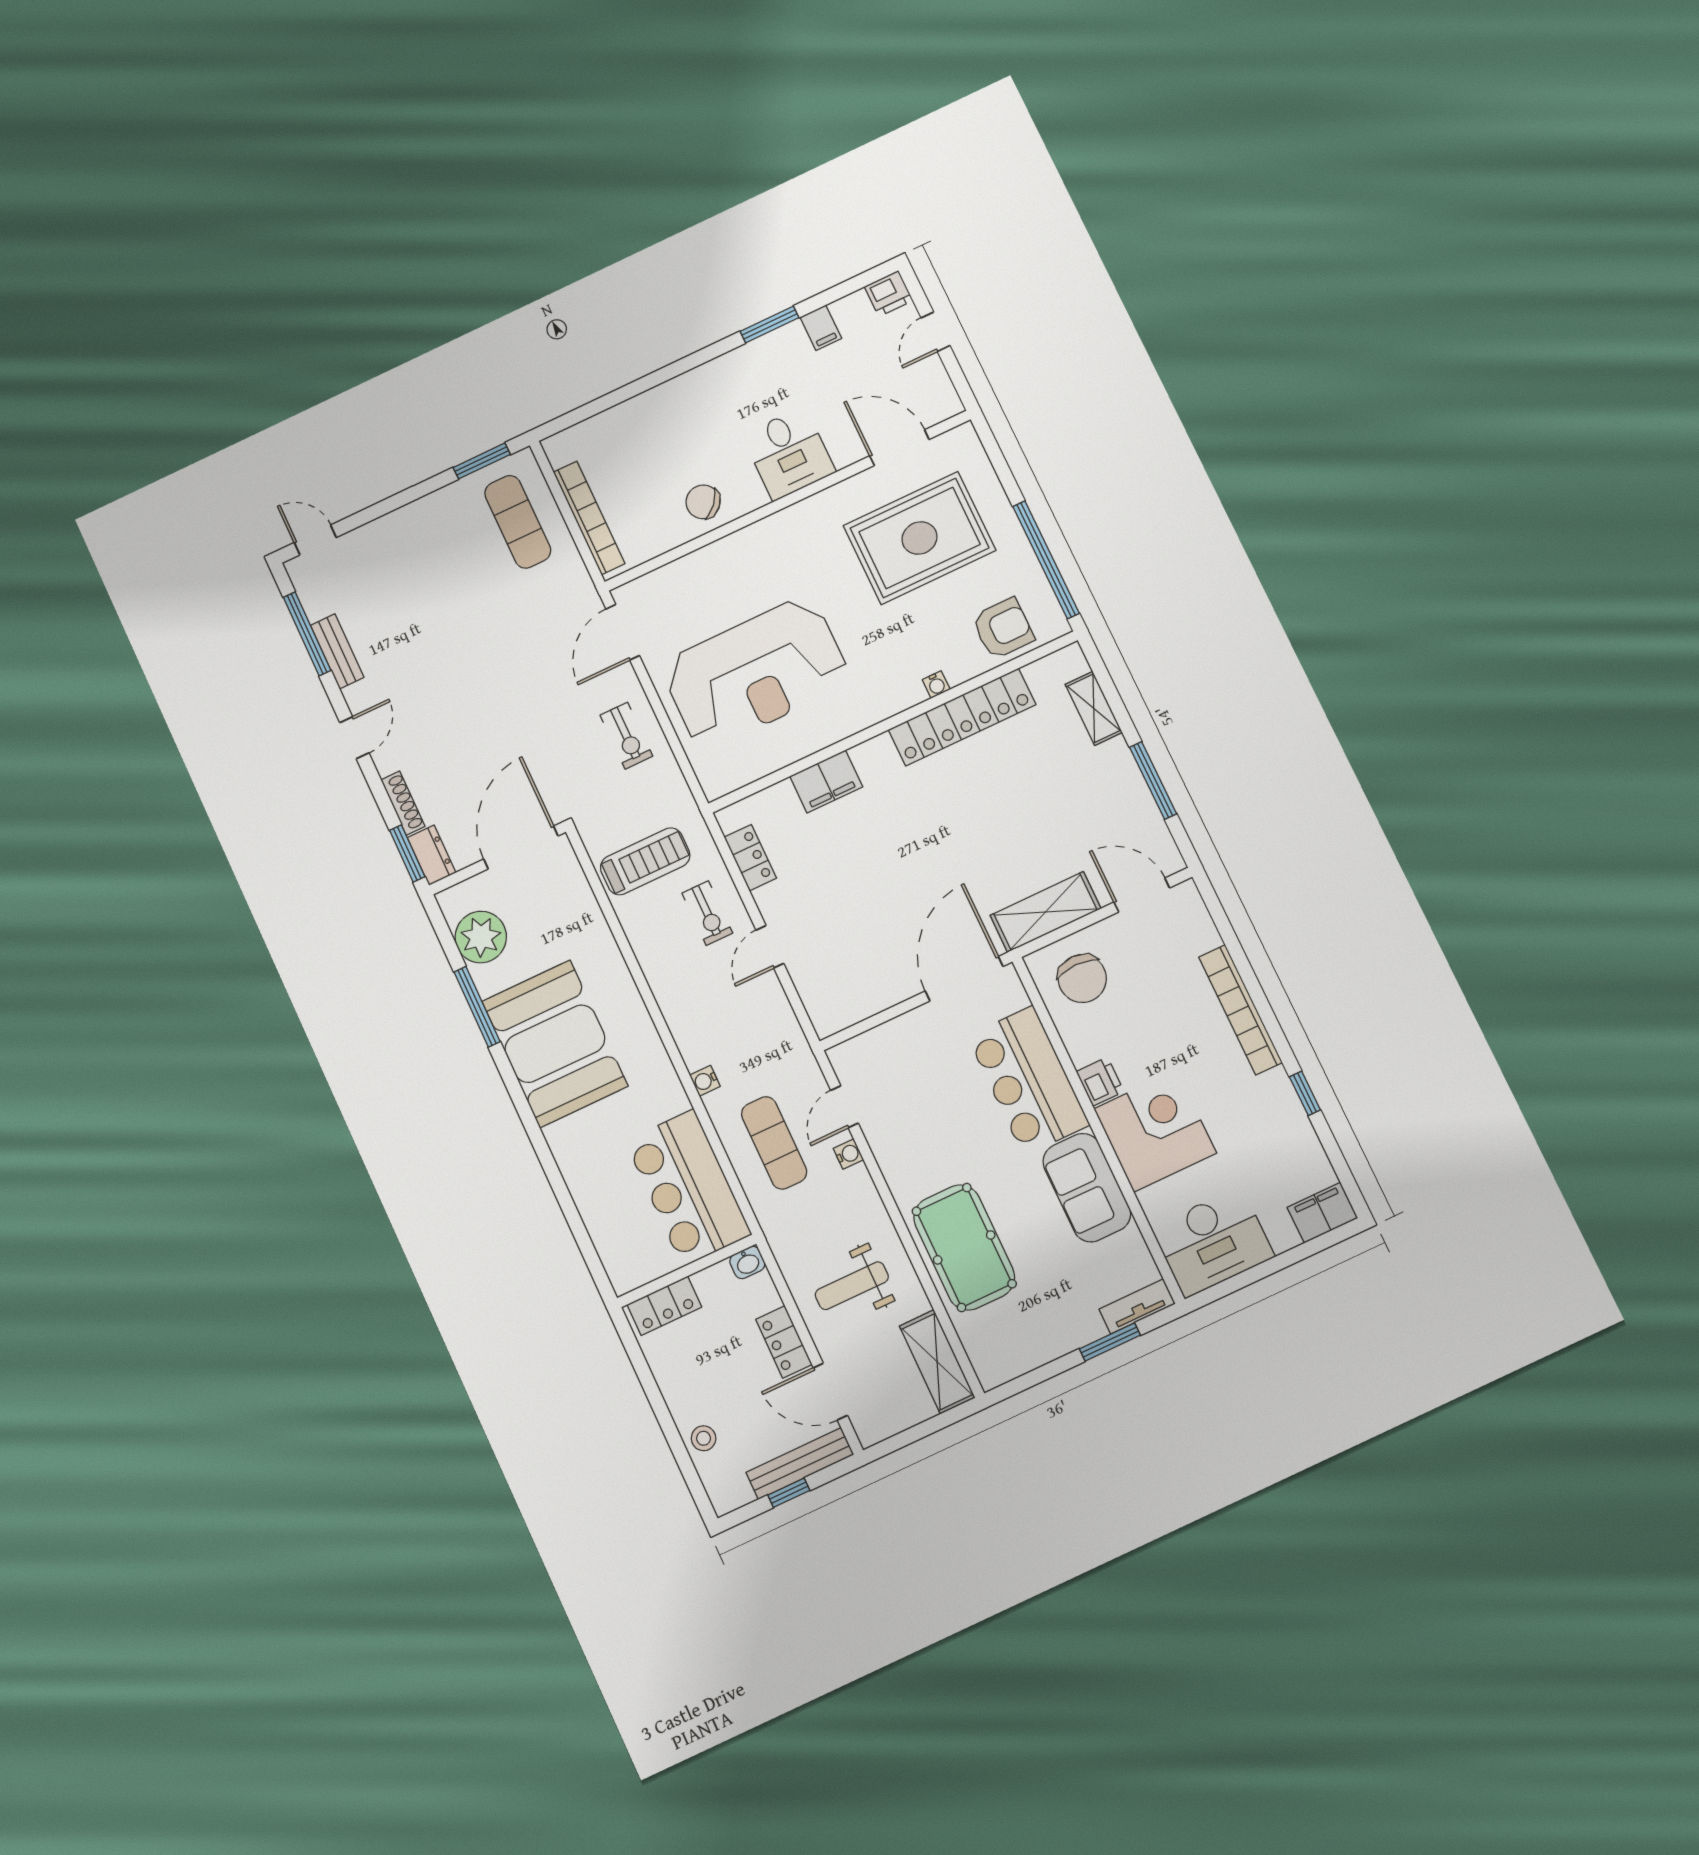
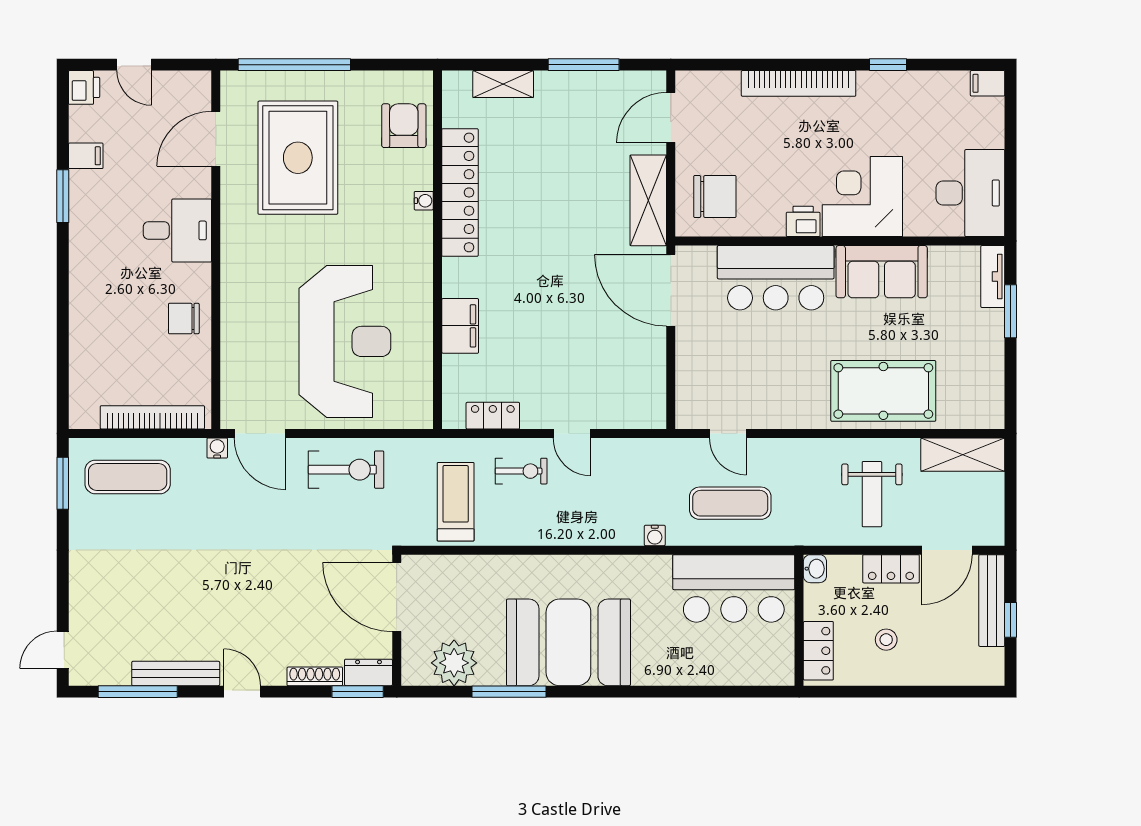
chair: (703, 502) -> (184, 319), turned 49
window: (1046, 560) -> (294, 65), moved
bench: (337, 651) -> (176, 673), width x1.36
exercise bike: (626, 736) -> (346, 470), width x1.38, depth x1.39
water cooler: (848, 1154) -> (217, 448), moved
filing cabinet: (1322, 1213) -> (988, 83), width x0.50
stool: (704, 1438) -> (886, 640), moved

